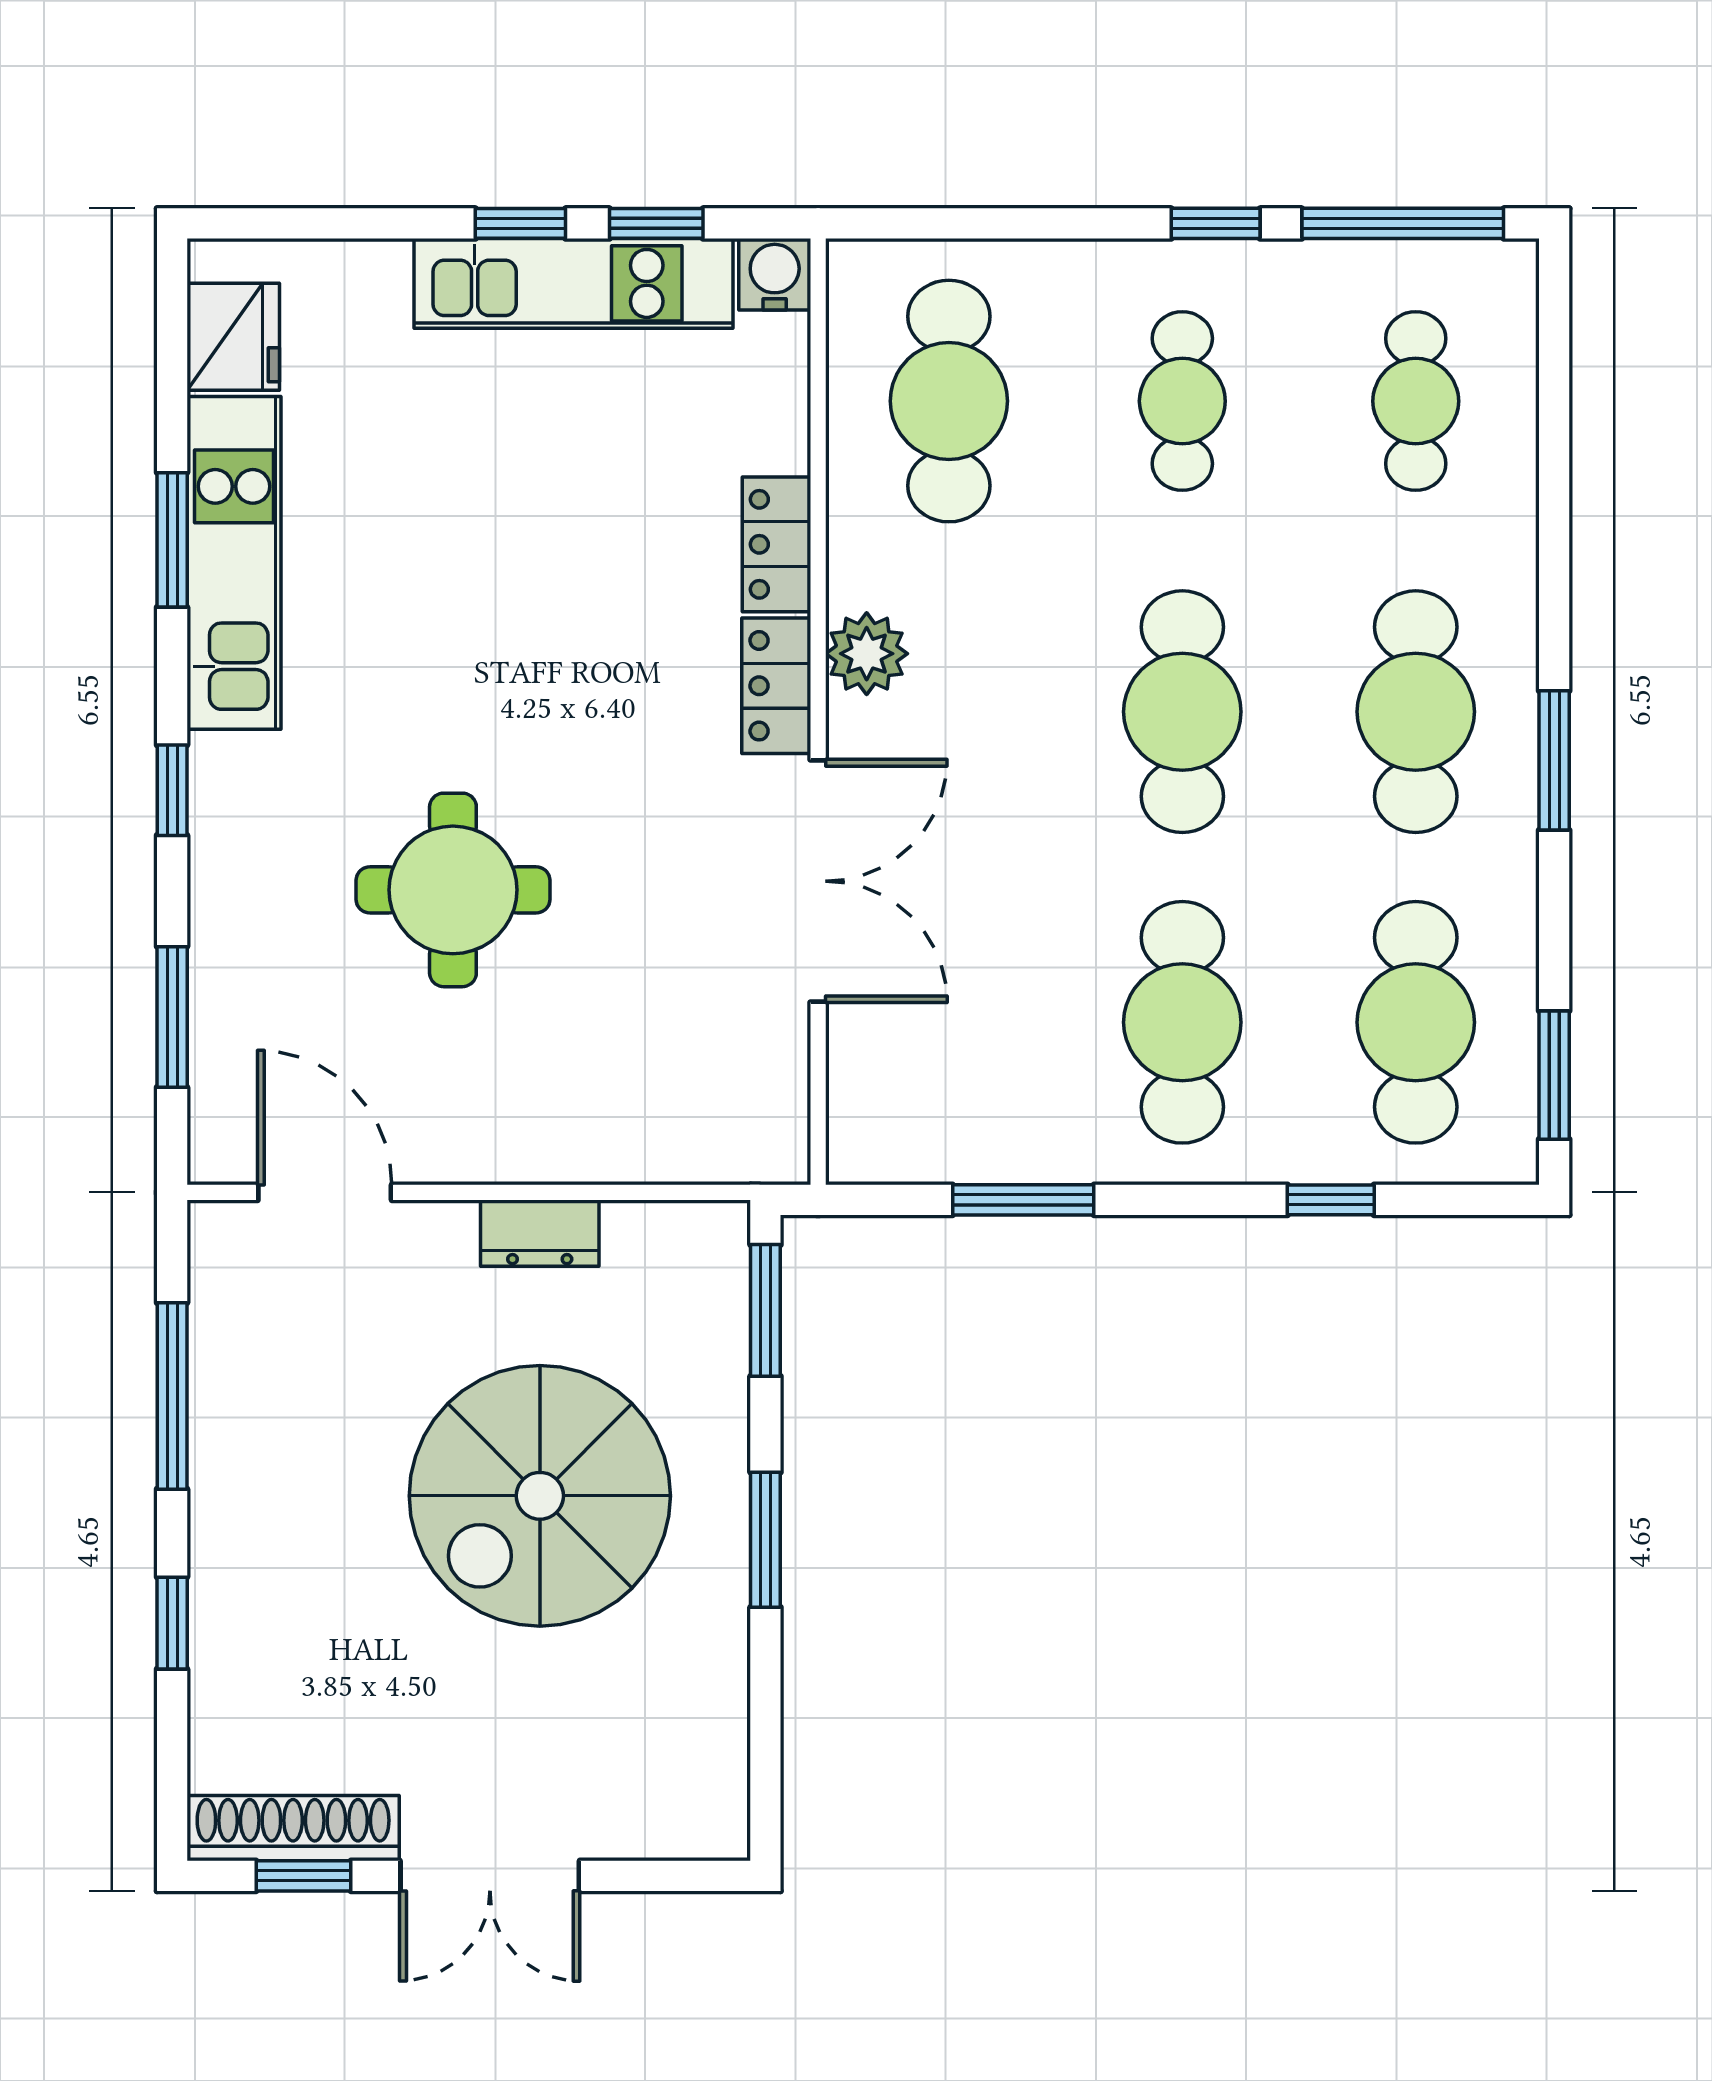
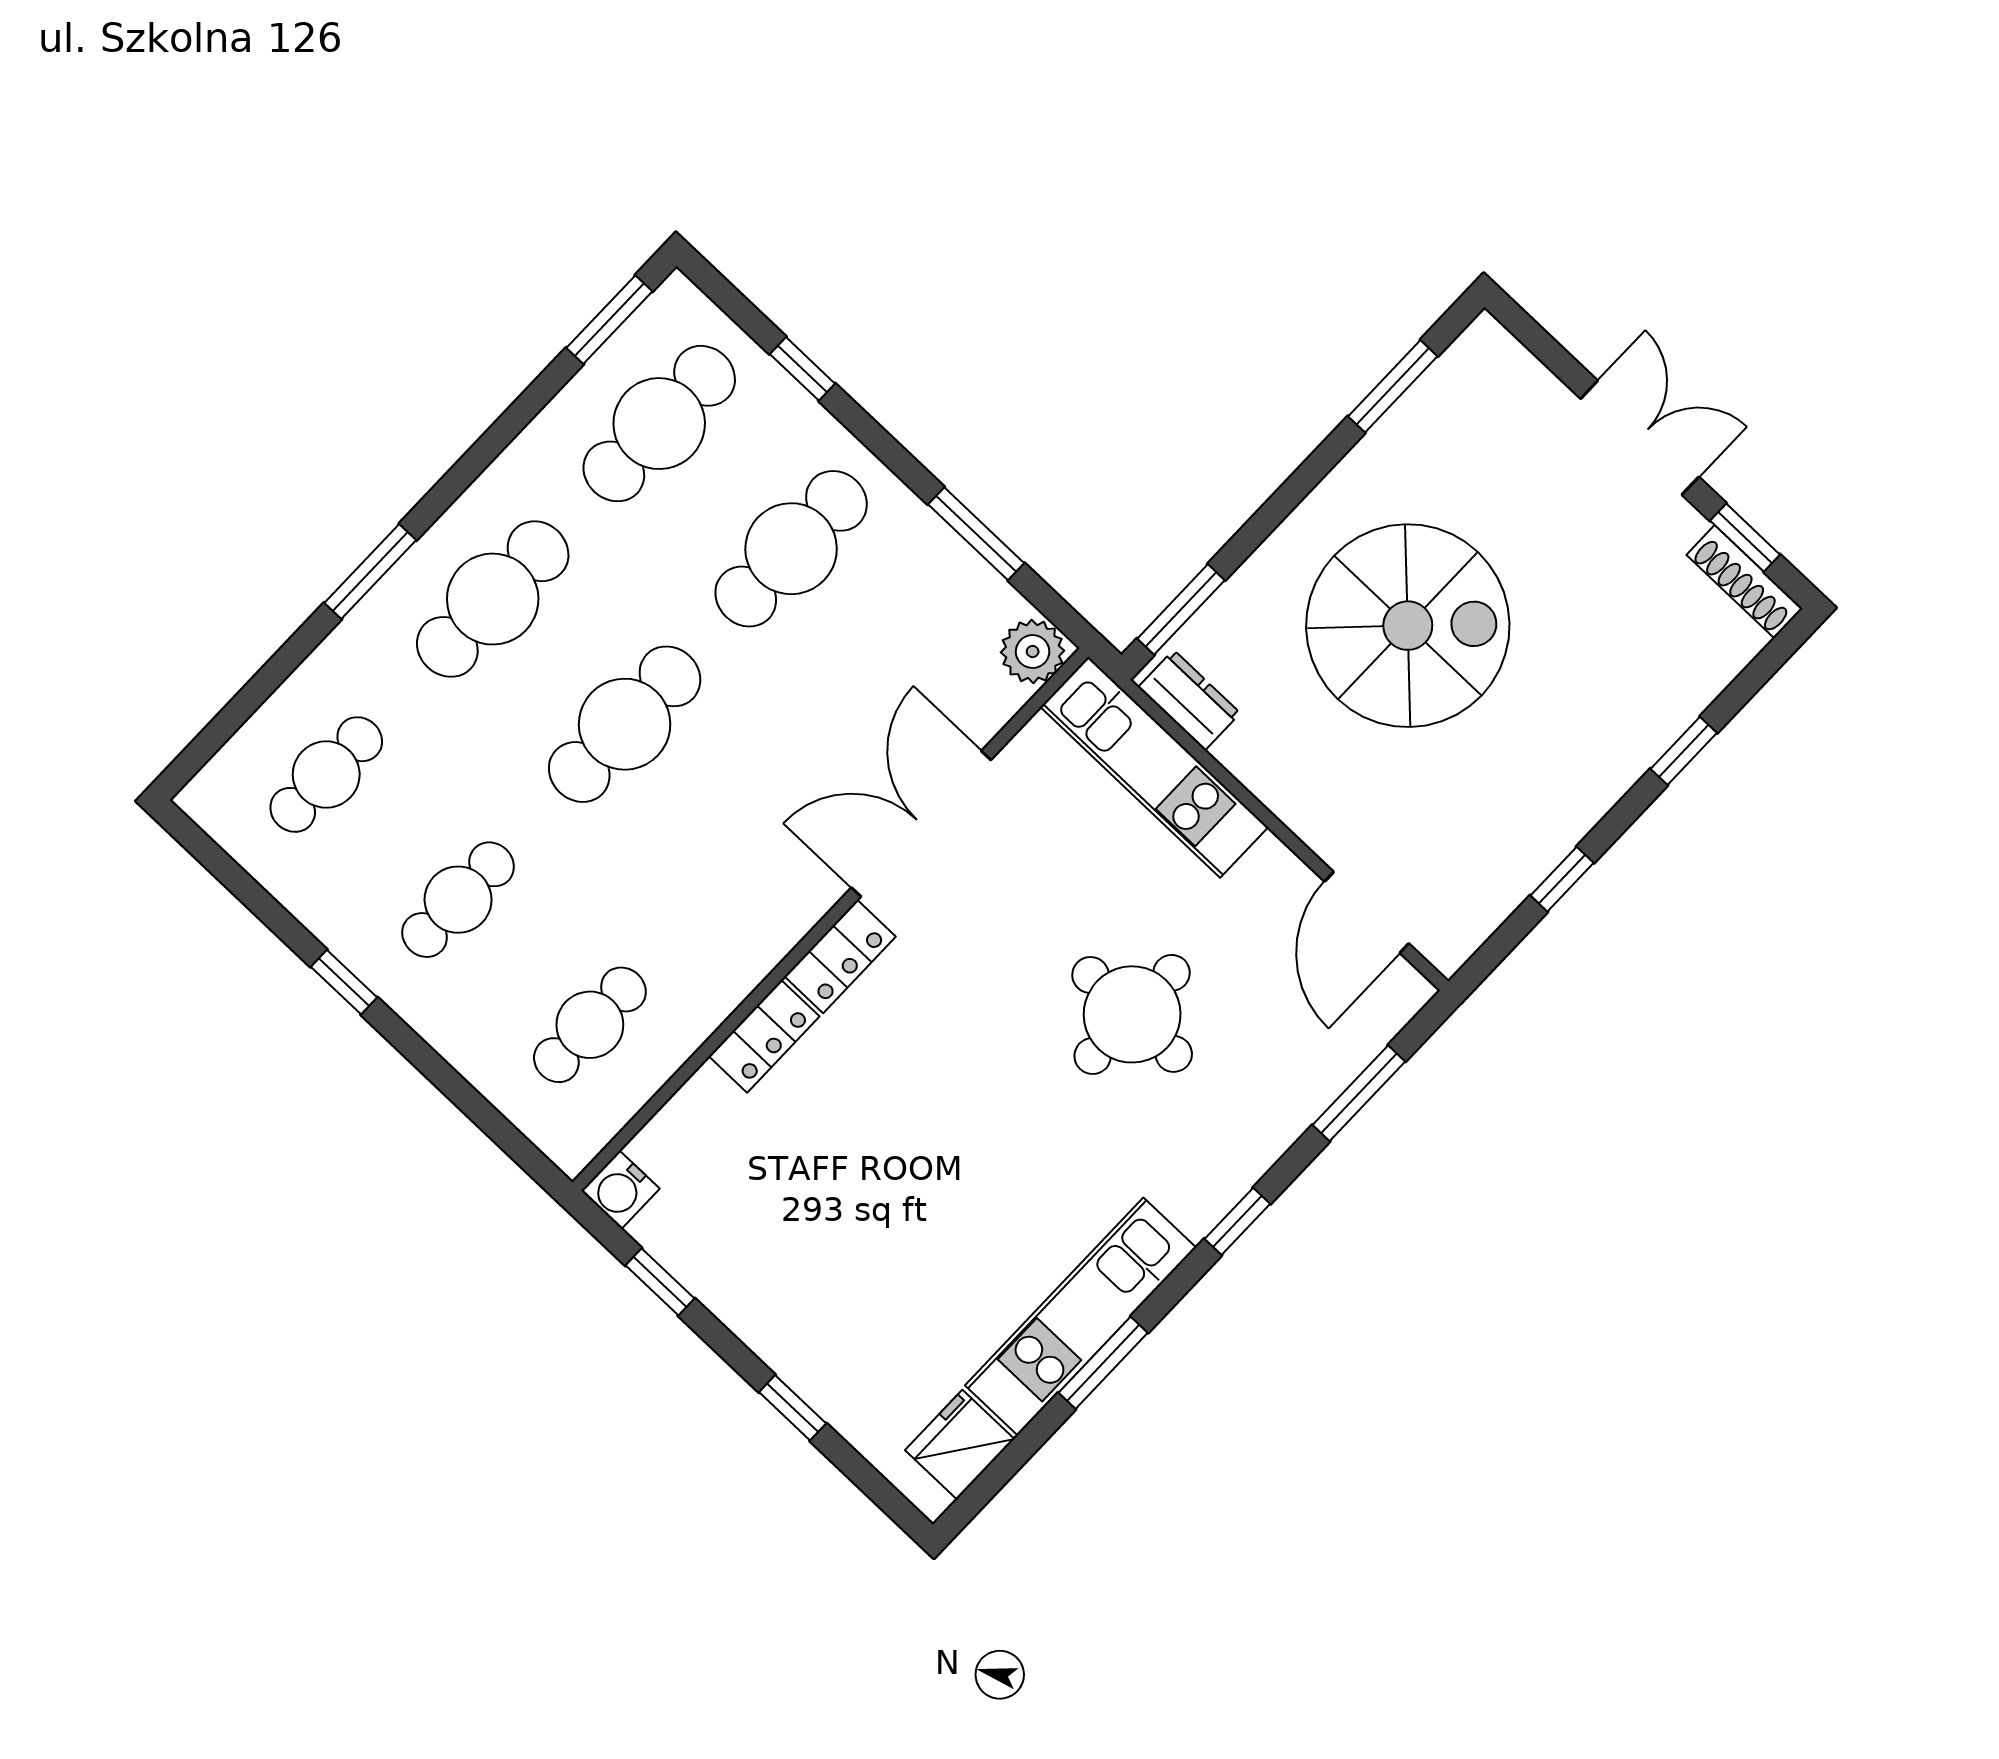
window: (520, 223) -> (793, 1408), moved
window: (1403, 223) -> (238, 882), removed
kitchen unit: (573, 283) -> (1154, 767), moved, turned 180
cafe table: (949, 401) -> (590, 1025), width x0.73, depth x0.74
plant: (867, 654) -> (1033, 652), moved
window: (1554, 760) -> (370, 572), moved
dresser: (540, 1233) -> (1189, 700), moved
window: (172, 1396) -> (1562, 879), width x0.46
window: (765, 1540) -> (1393, 386), moved
shoe rack: (293, 1828) -> (1745, 582), width x0.74, depth x0.81

